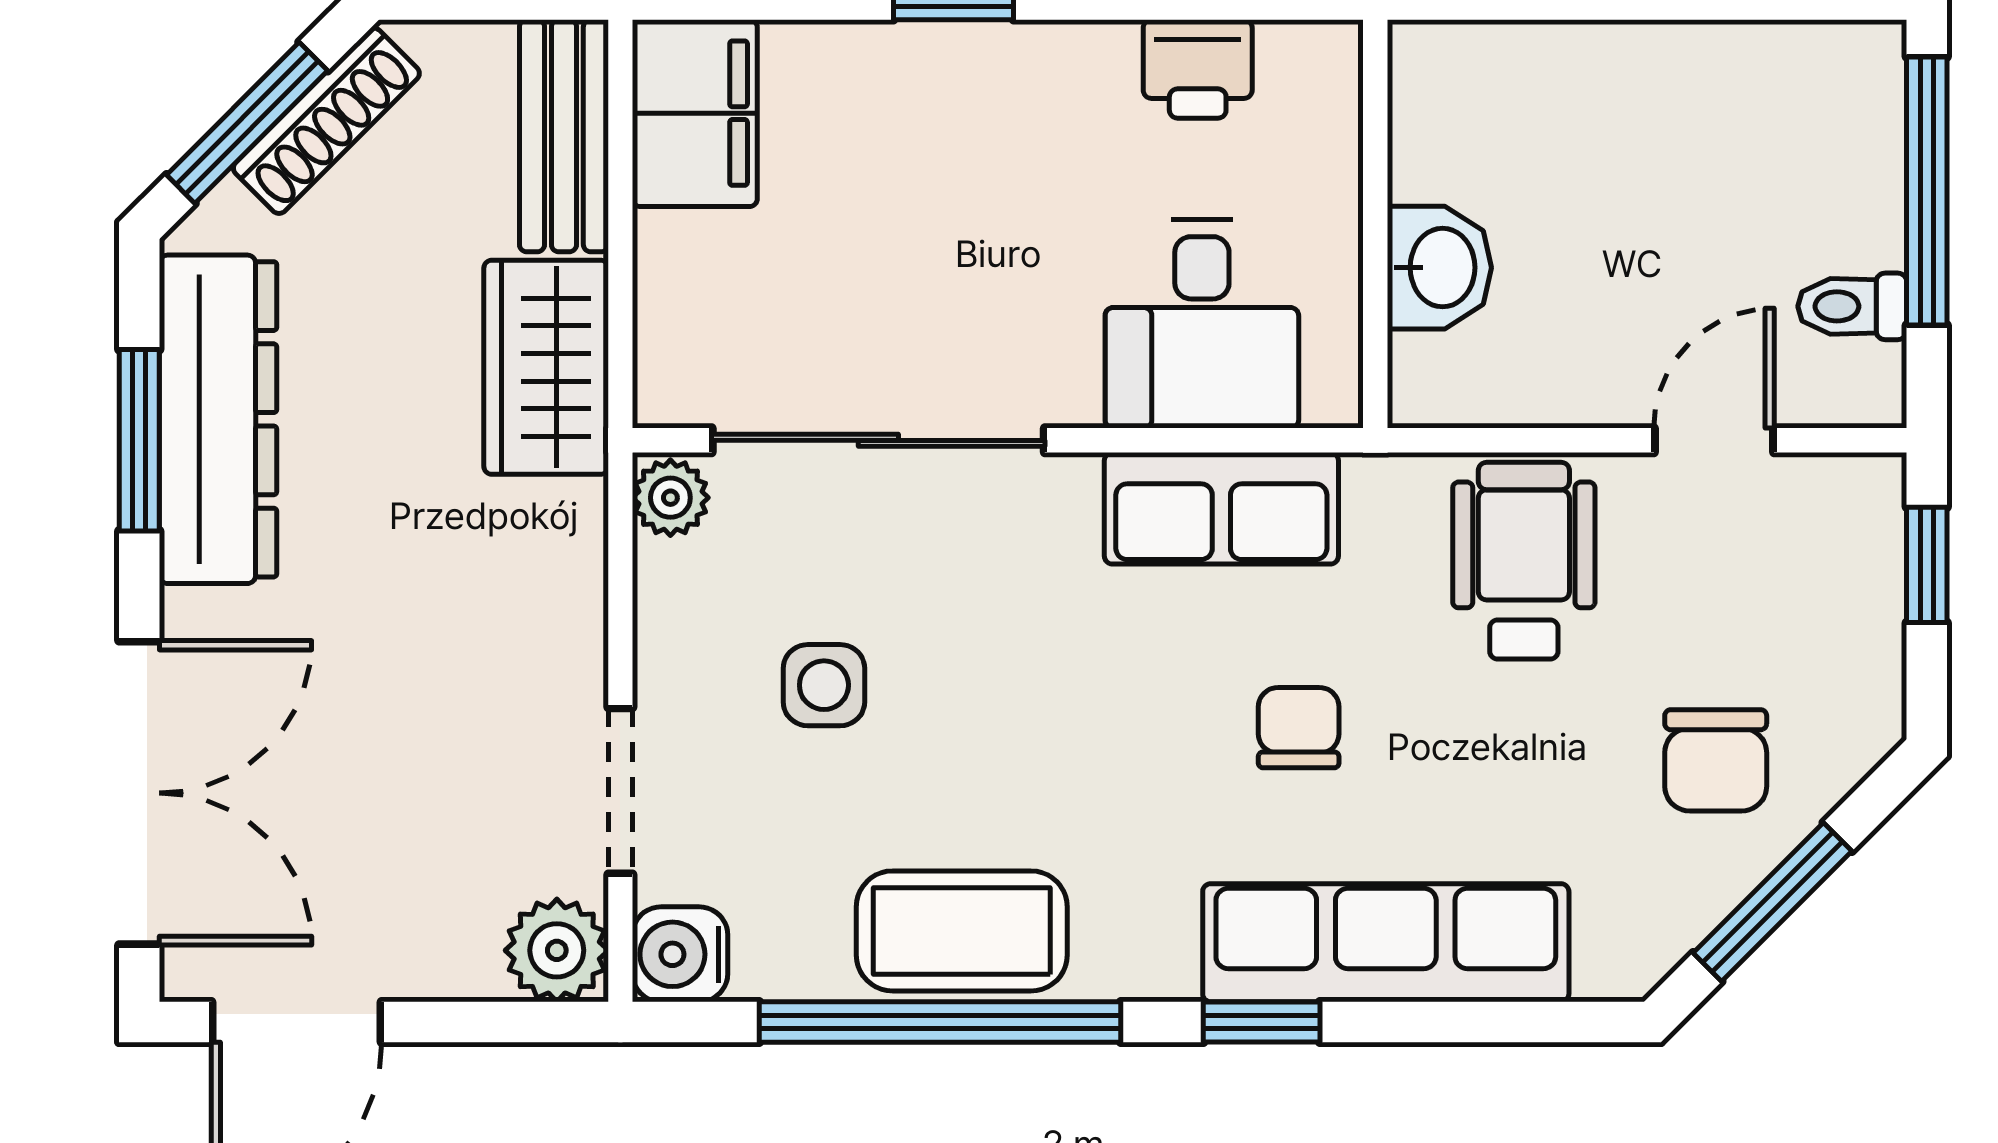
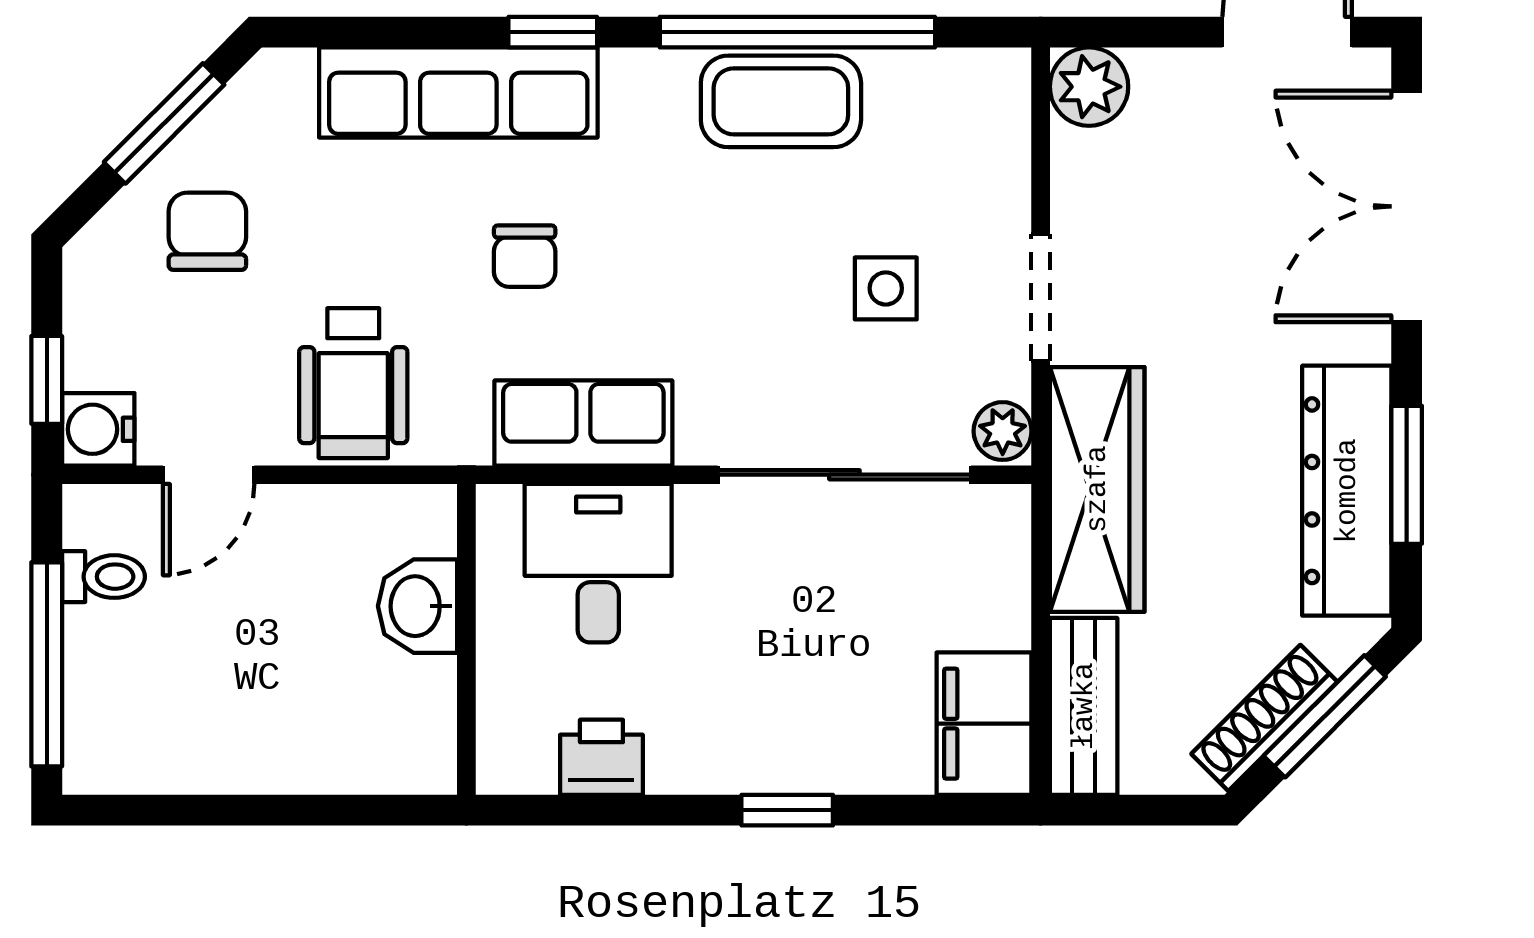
wardrobe: (546, 367) -> (1097, 489), width x1.50
doorway: (620, 791) -> (1041, 298), moved
water cooler: (680, 954) -> (98, 429), moved, turned 180

